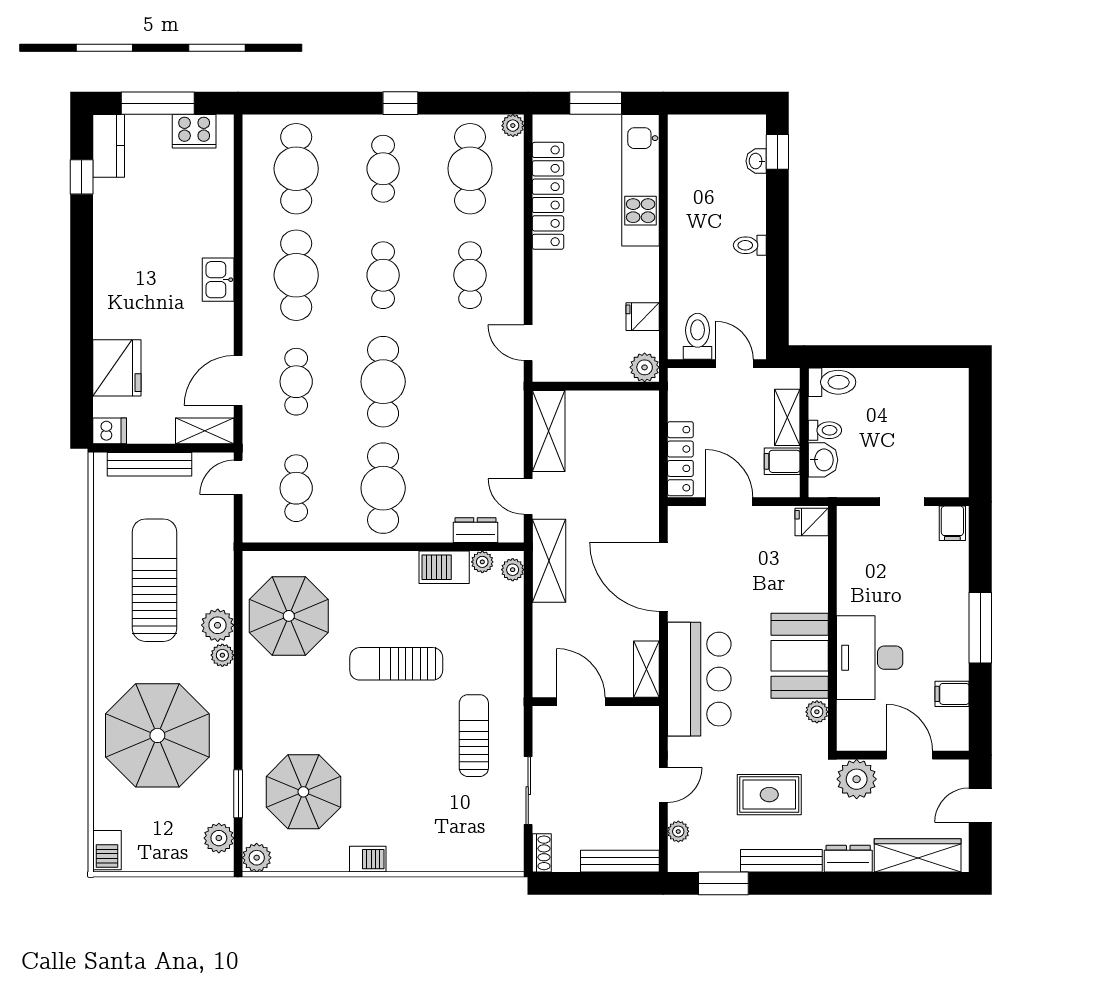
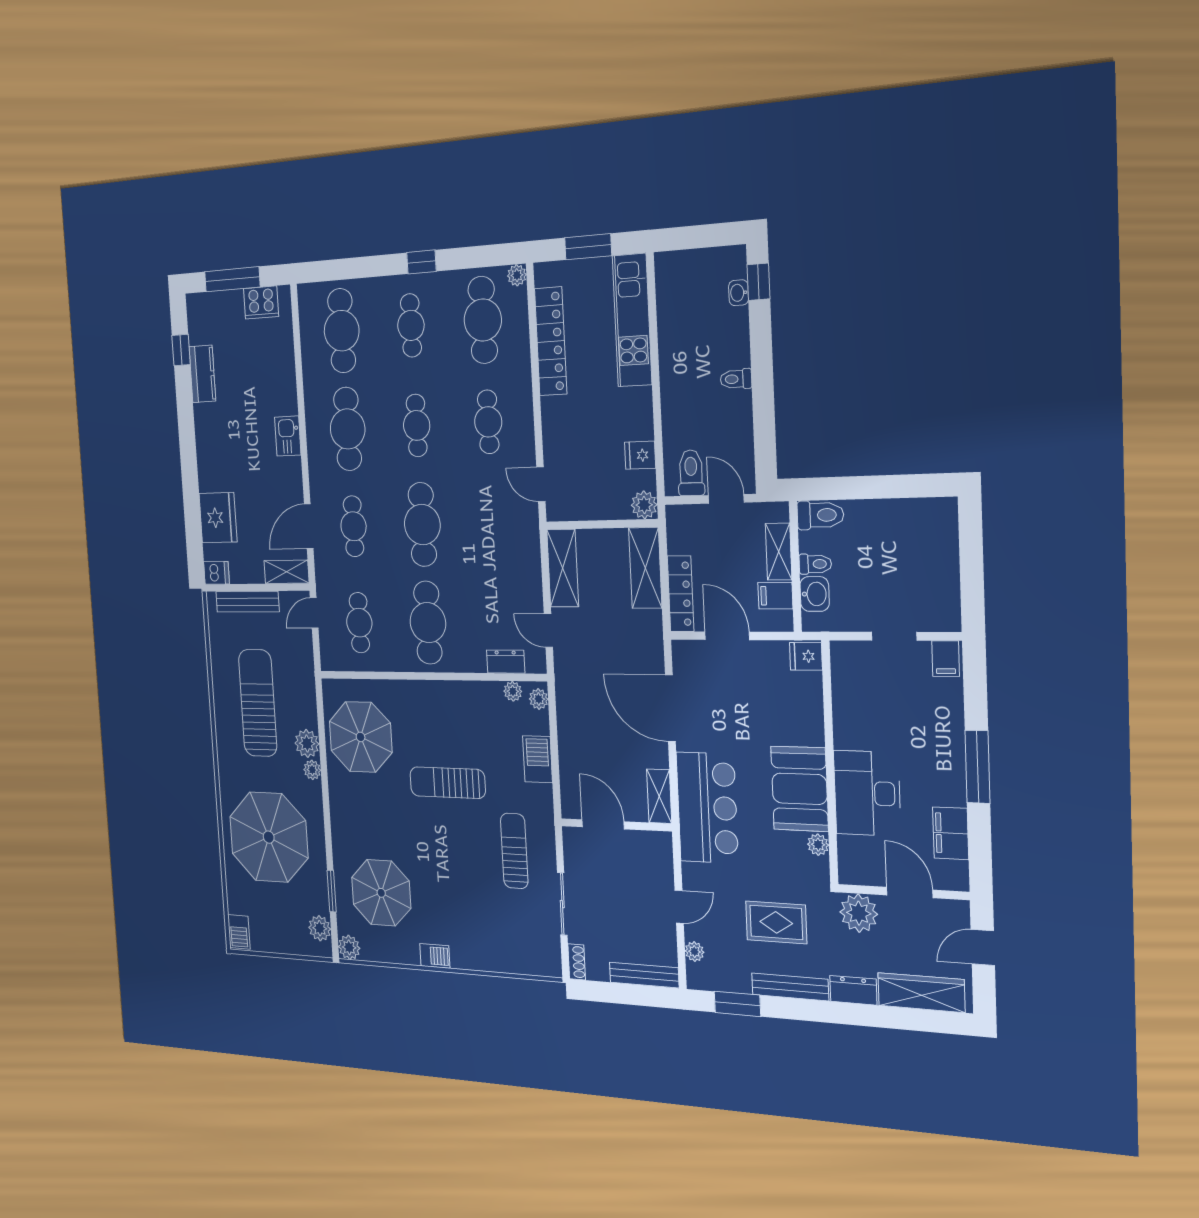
kitchen counter: (109, 146) -> (202, 374), moved
shelving: (549, 561) -> (645, 568), moved
barbecue: (444, 567) -> (538, 759), moved, turned 90
filing cabinet: (952, 694) -> (951, 833), width x2.00

